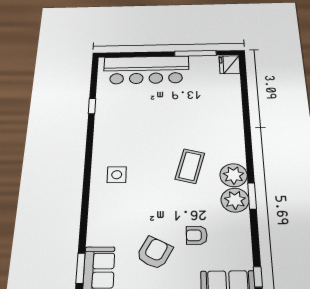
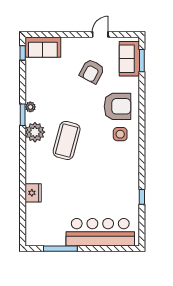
fridge: (230, 65) -> (33, 193), moved
coffee table: (190, 166) -> (67, 140), width x1.36, depth x1.32
plant: (235, 200) -> (30, 107), width x0.53, depth x0.53
armchair: (197, 235) -> (118, 106), moved, width x1.88, depth x1.88

